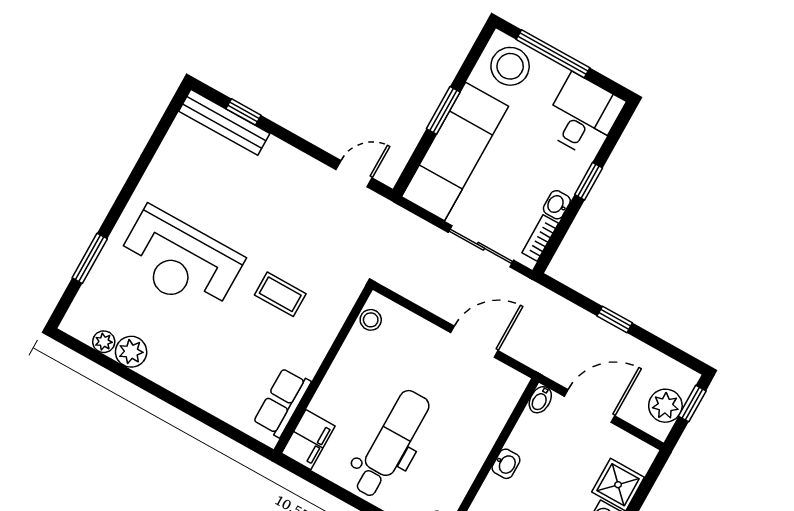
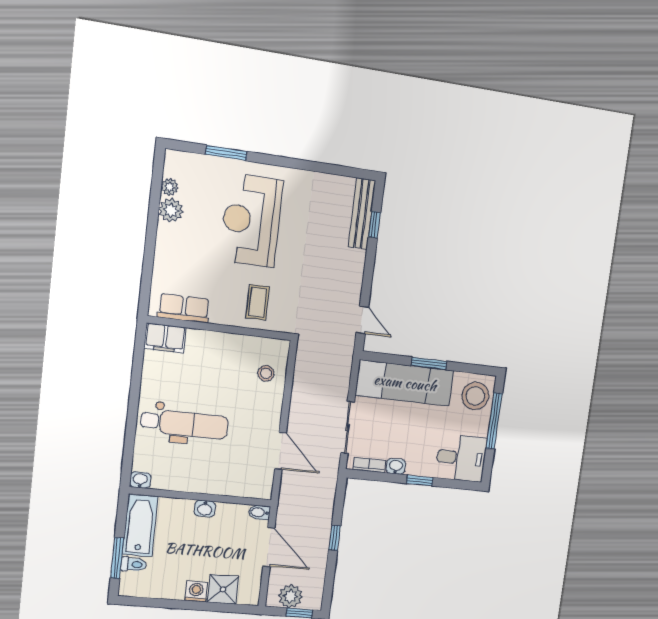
wall: (323, 370) -> (220, 328), moved
row of seats: (282, 402) -> (184, 308), moved
filing cabinet: (308, 440) -> (165, 338), moved

